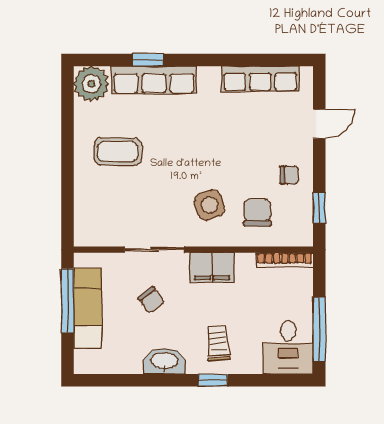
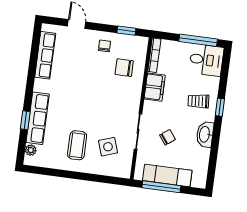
plant: (91, 84) -> (31, 150), width x0.53, depth x0.53
side table: (209, 205) -> (108, 147), moved
filing cabinet: (212, 267) -> (155, 87), moved

